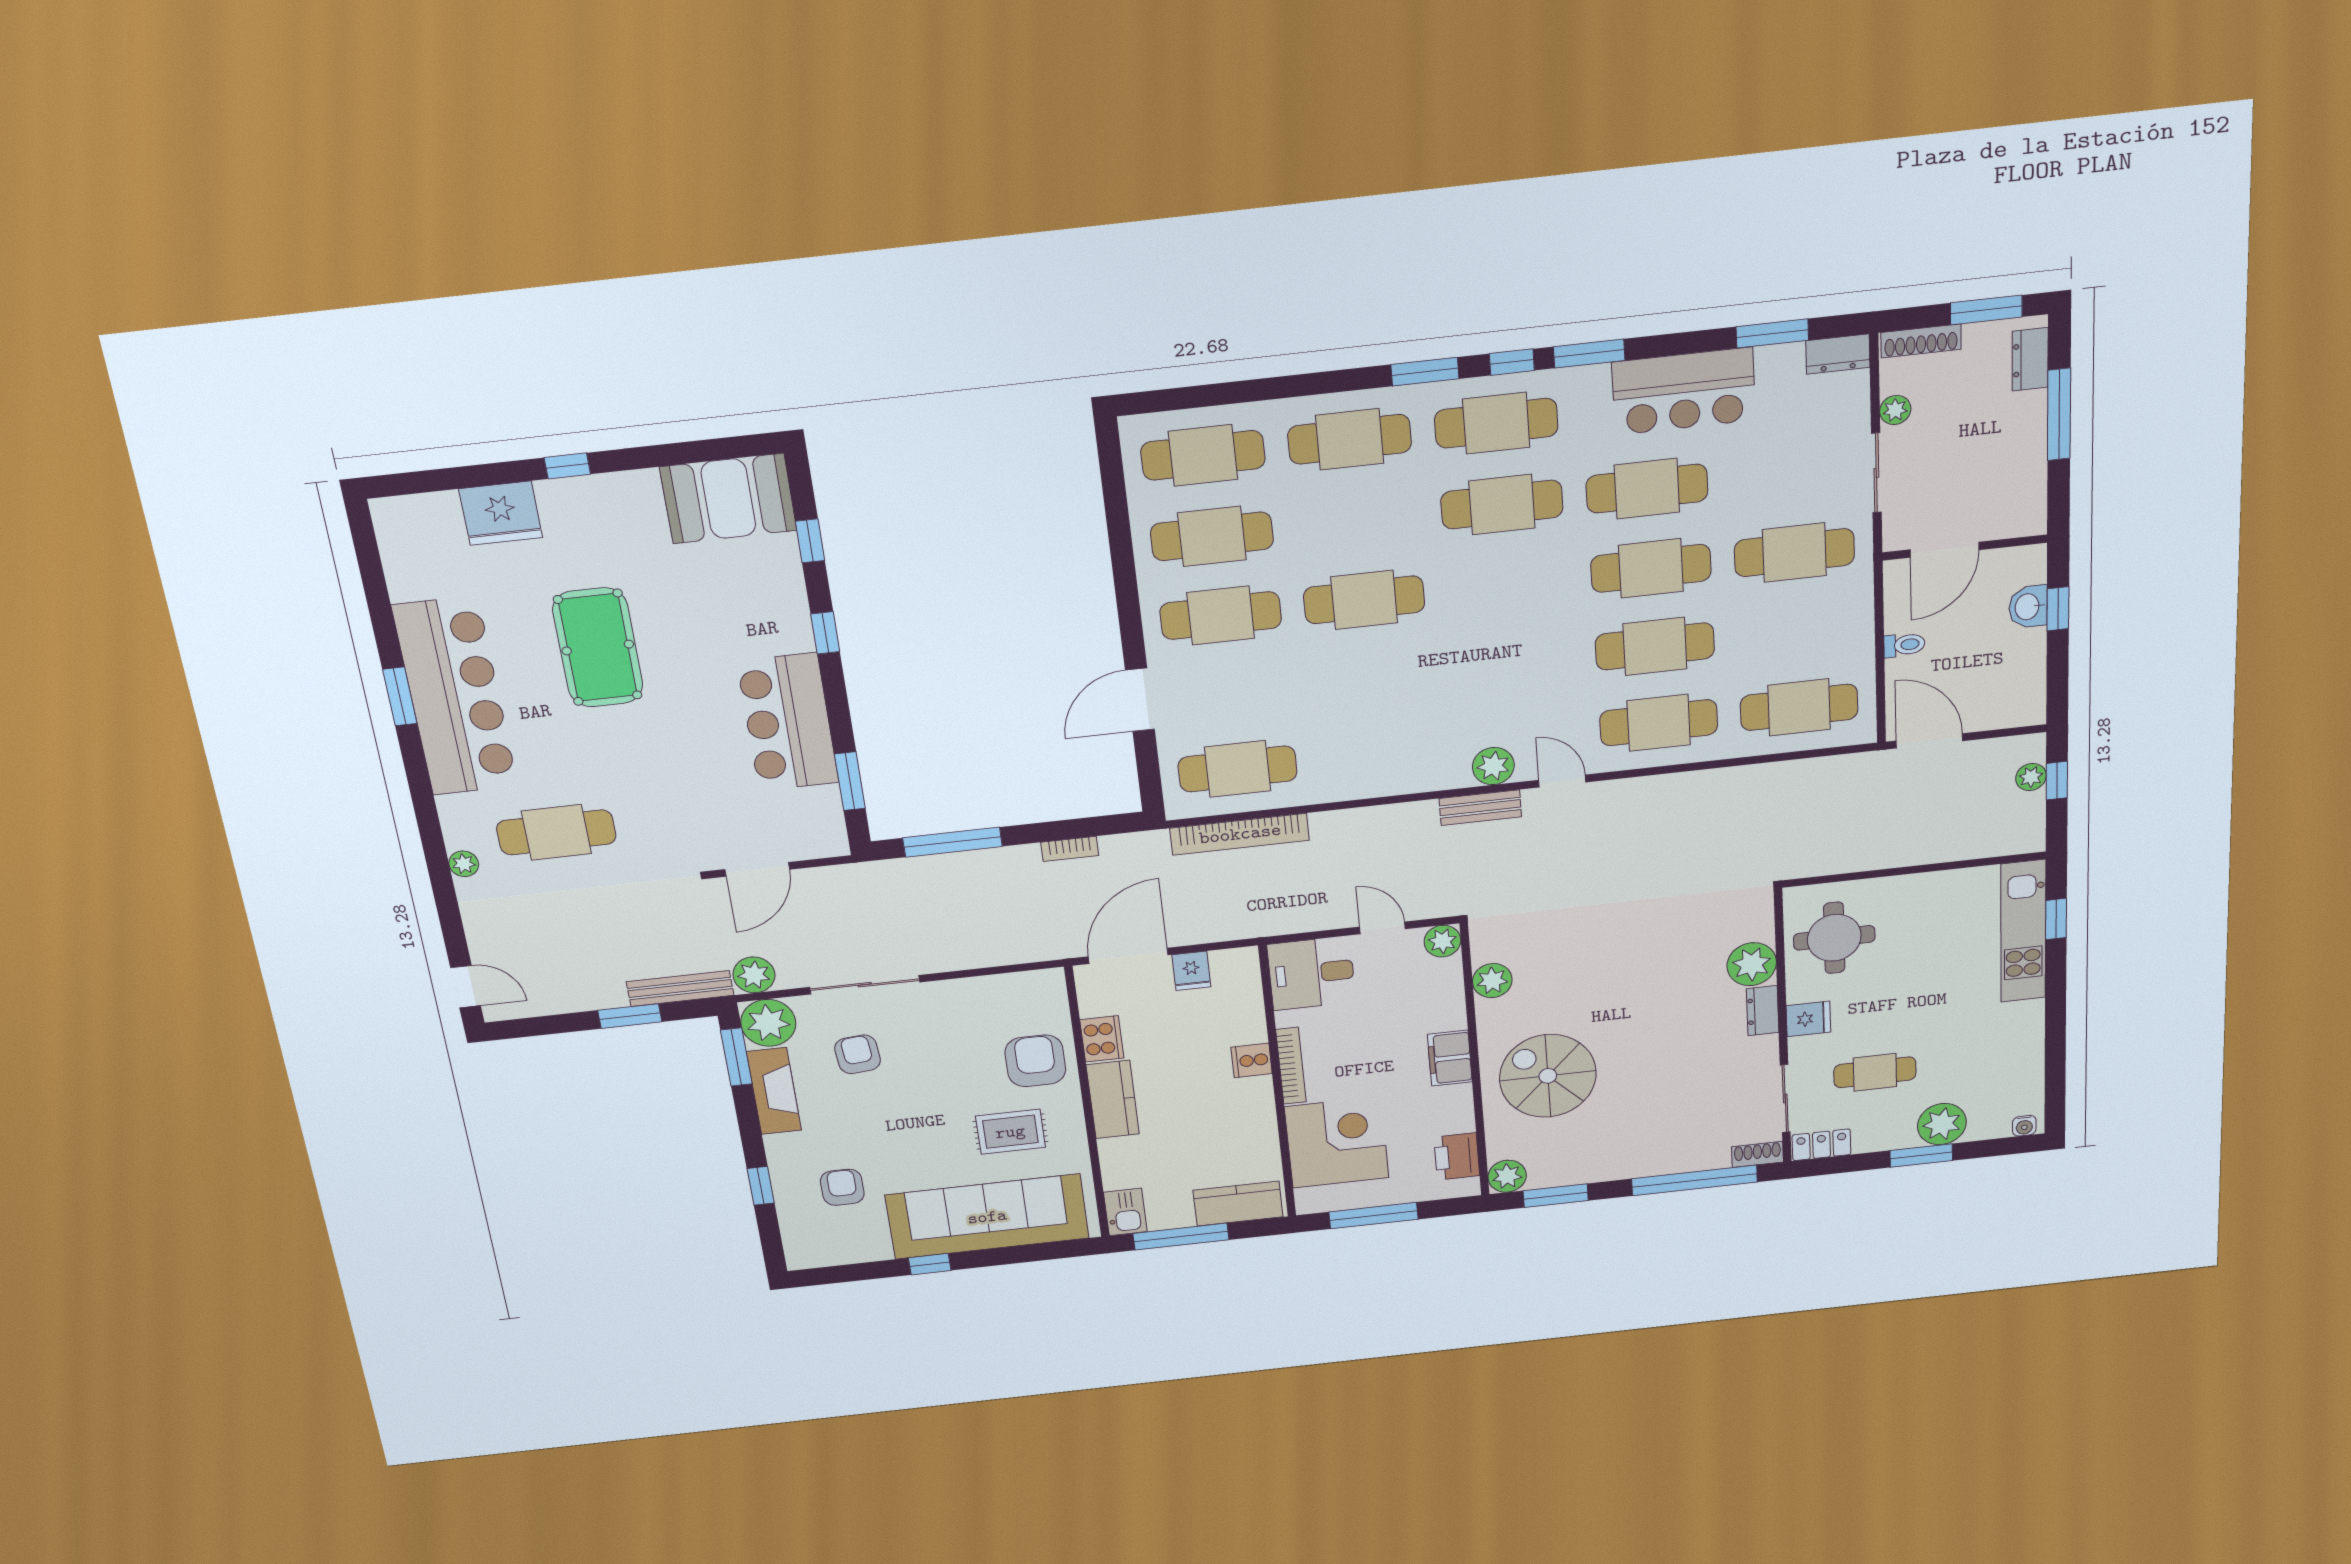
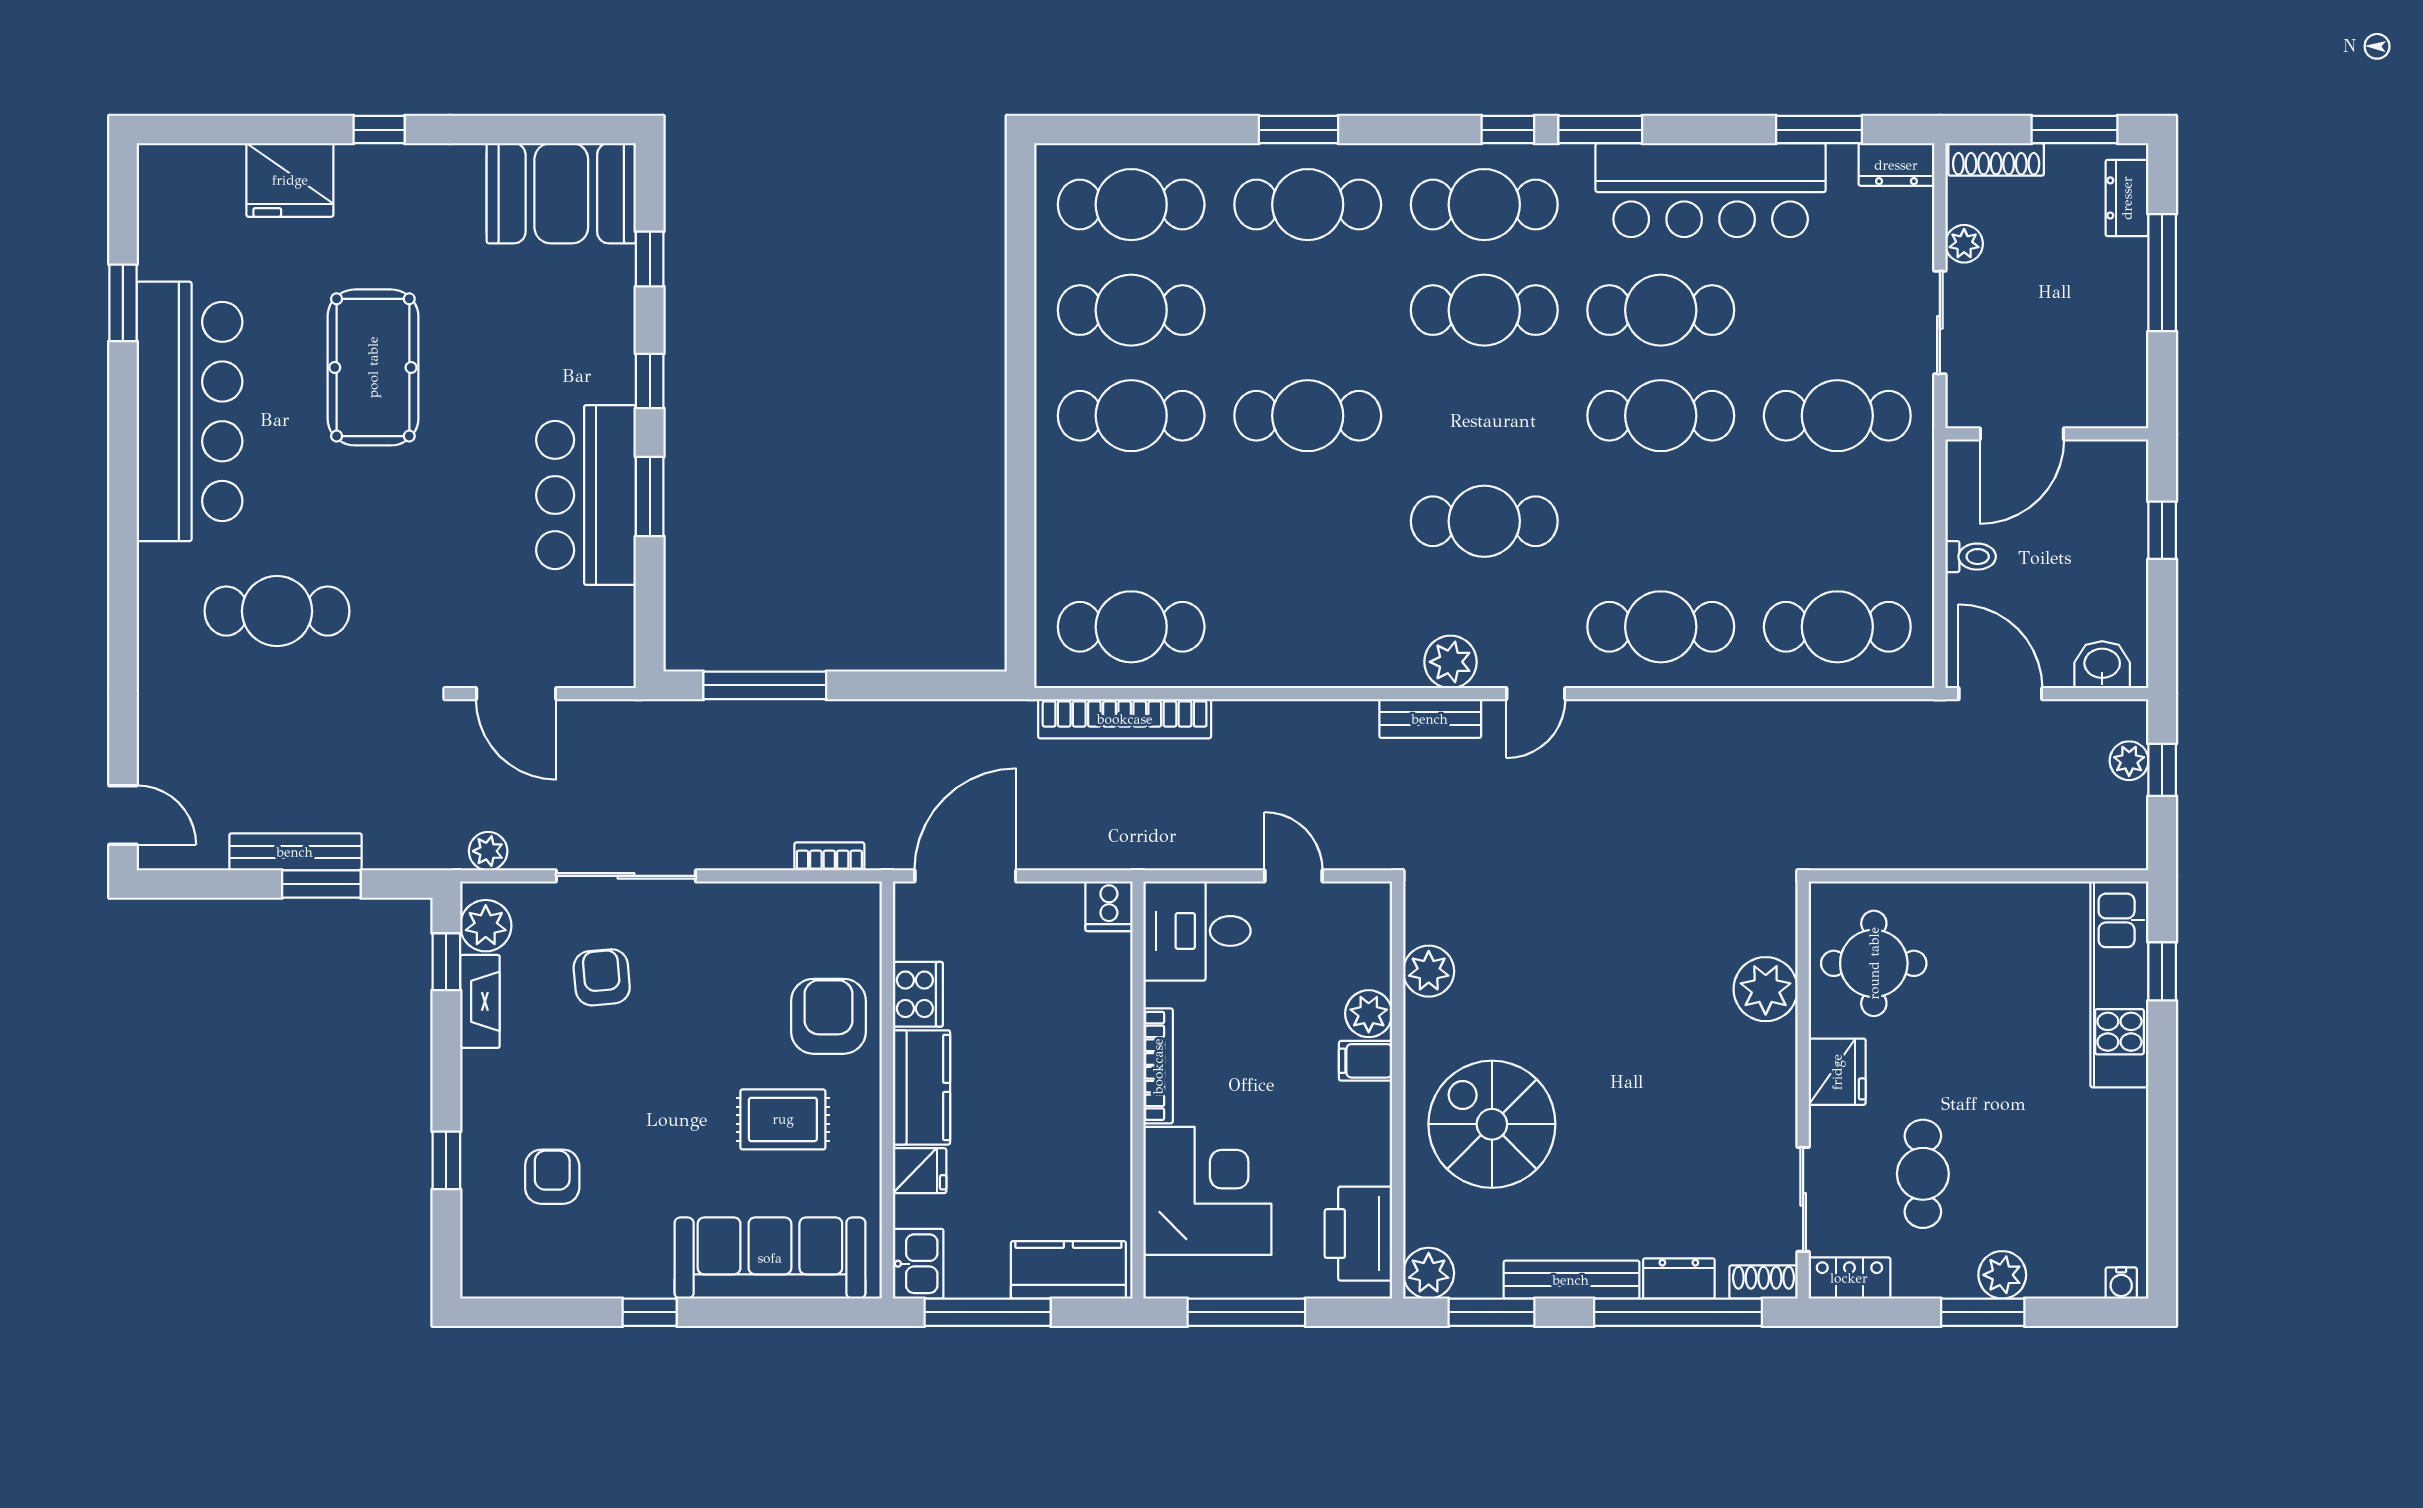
window: (1425, 372) -> (1298, 130), moved
bar counter: (1684, 391) -> (1711, 190), width x1.36
washbasin: (2028, 607) -> (2102, 665), moved, turned 90
cafe table: (1655, 646) -> (1484, 521), moved
window: (400, 696) -> (123, 303), moved
door: (1140, 700) -> (1020, 517), removed
window: (850, 781) -> (650, 497), moved
door: (1562, 781) -> (1536, 694), swing flipped
bookcase: (1070, 849) -> (829, 856), moved, turned 180
plant: (464, 864) -> (155, 641), removed
door: (757, 869) -> (516, 694), hinge flipped
plant: (1442, 941) -> (1369, 1014), moved
fridge: (1191, 971) -> (920, 1171), moved, turned -90
plant: (754, 975) -> (488, 851), width x0.73, depth x0.73
bench: (680, 988) -> (295, 852), moved
dresser: (1763, 1011) -> (1679, 1278), moved, turned 90
fridge: (1808, 1019) -> (1837, 1072), width x1.38
plant: (768, 1023) -> (486, 926), width x0.73, depth x0.73
window: (736, 1057) -> (446, 962), width x0.67
filing cabinet: (1450, 1058) -> (1366, 1061), width x0.50
cooker: (1252, 1060) -> (1109, 906), moved, turned -90
cafe table: (1875, 1072) -> (1923, 1174), turned 90
fireplace: (774, 1091) -> (480, 1001), width x0.73, depth x0.76
plant: (1942, 1124) -> (2002, 1275), width x0.73, depth x0.73
printer: (1457, 1156) -> (1358, 1234), width x1.37, depth x1.19
bench: (1614, 1169) -> (1571, 1280), added
sofa: (987, 1217) -> (770, 1258), width x0.74, depth x0.79

